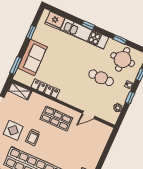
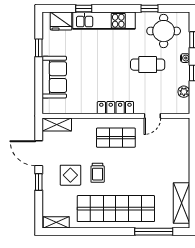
window: (88, 25) -> (84, 8), moved
window: (16, 66) -> (39, 96), removed
locker: (45, 89) -> (115, 108), moved

